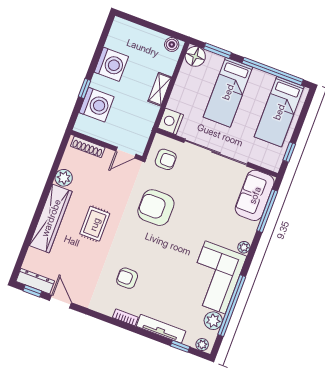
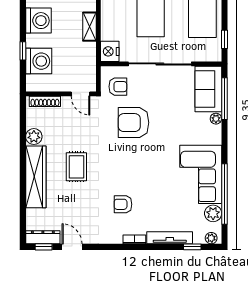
door: (126, 153) -> (81, 94), hinge flipped
armchair: (156, 208) -> (134, 123), moved
plant: (244, 247) -> (216, 119), moved

